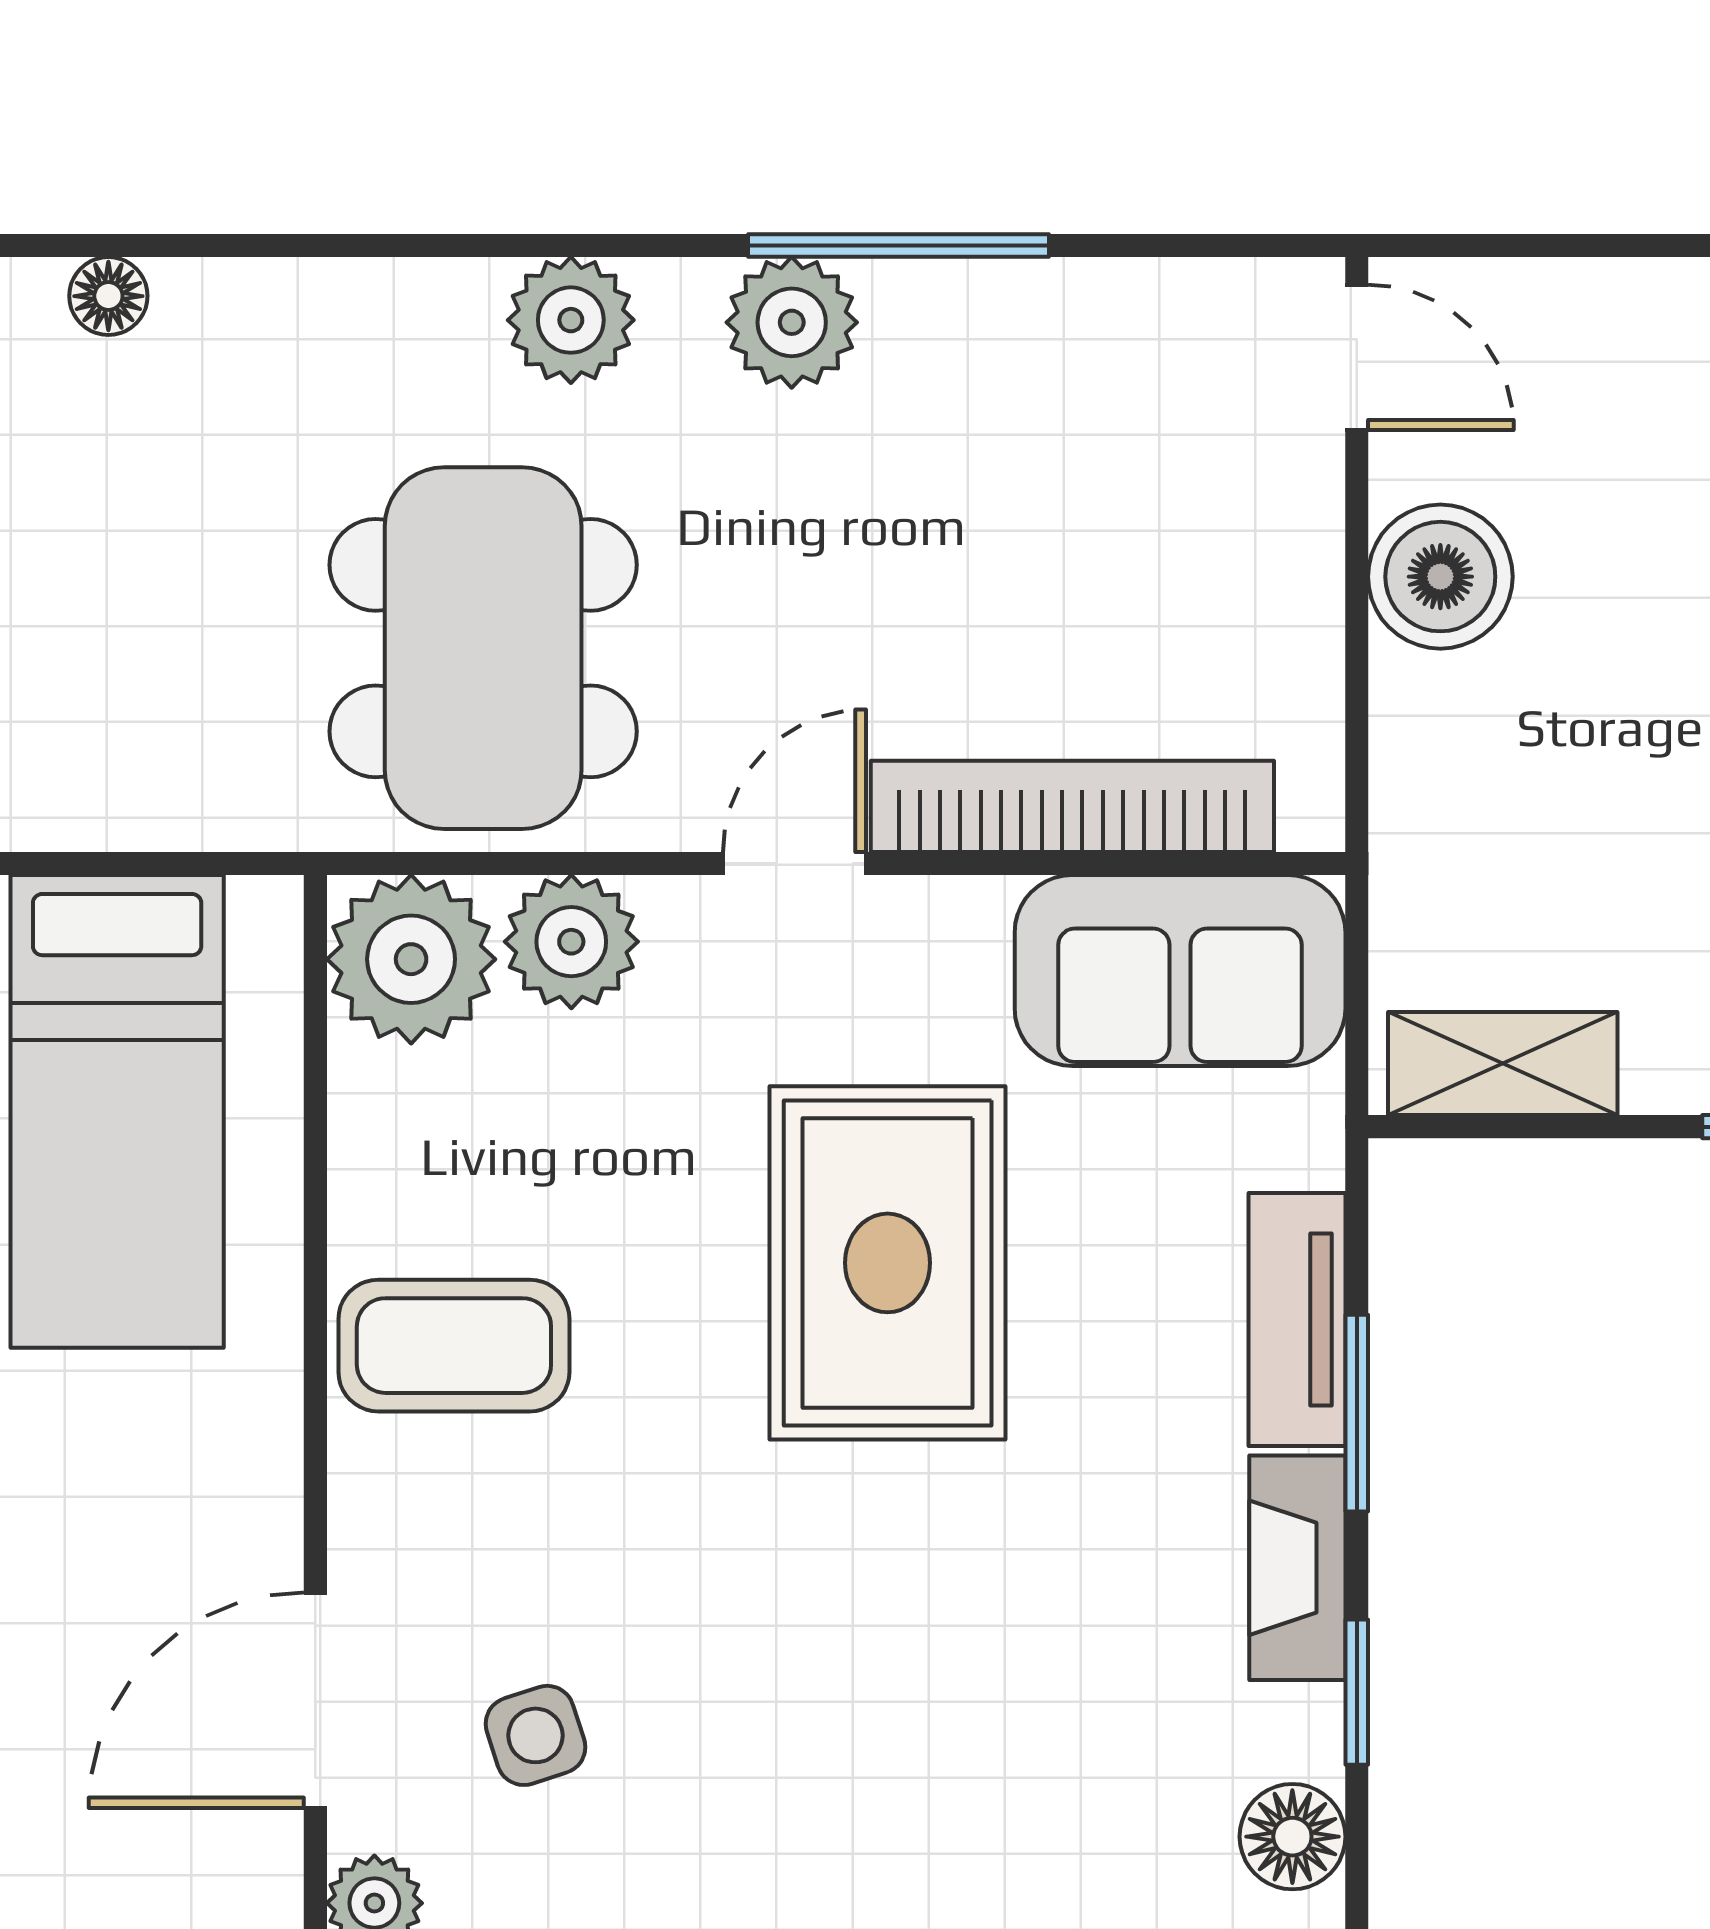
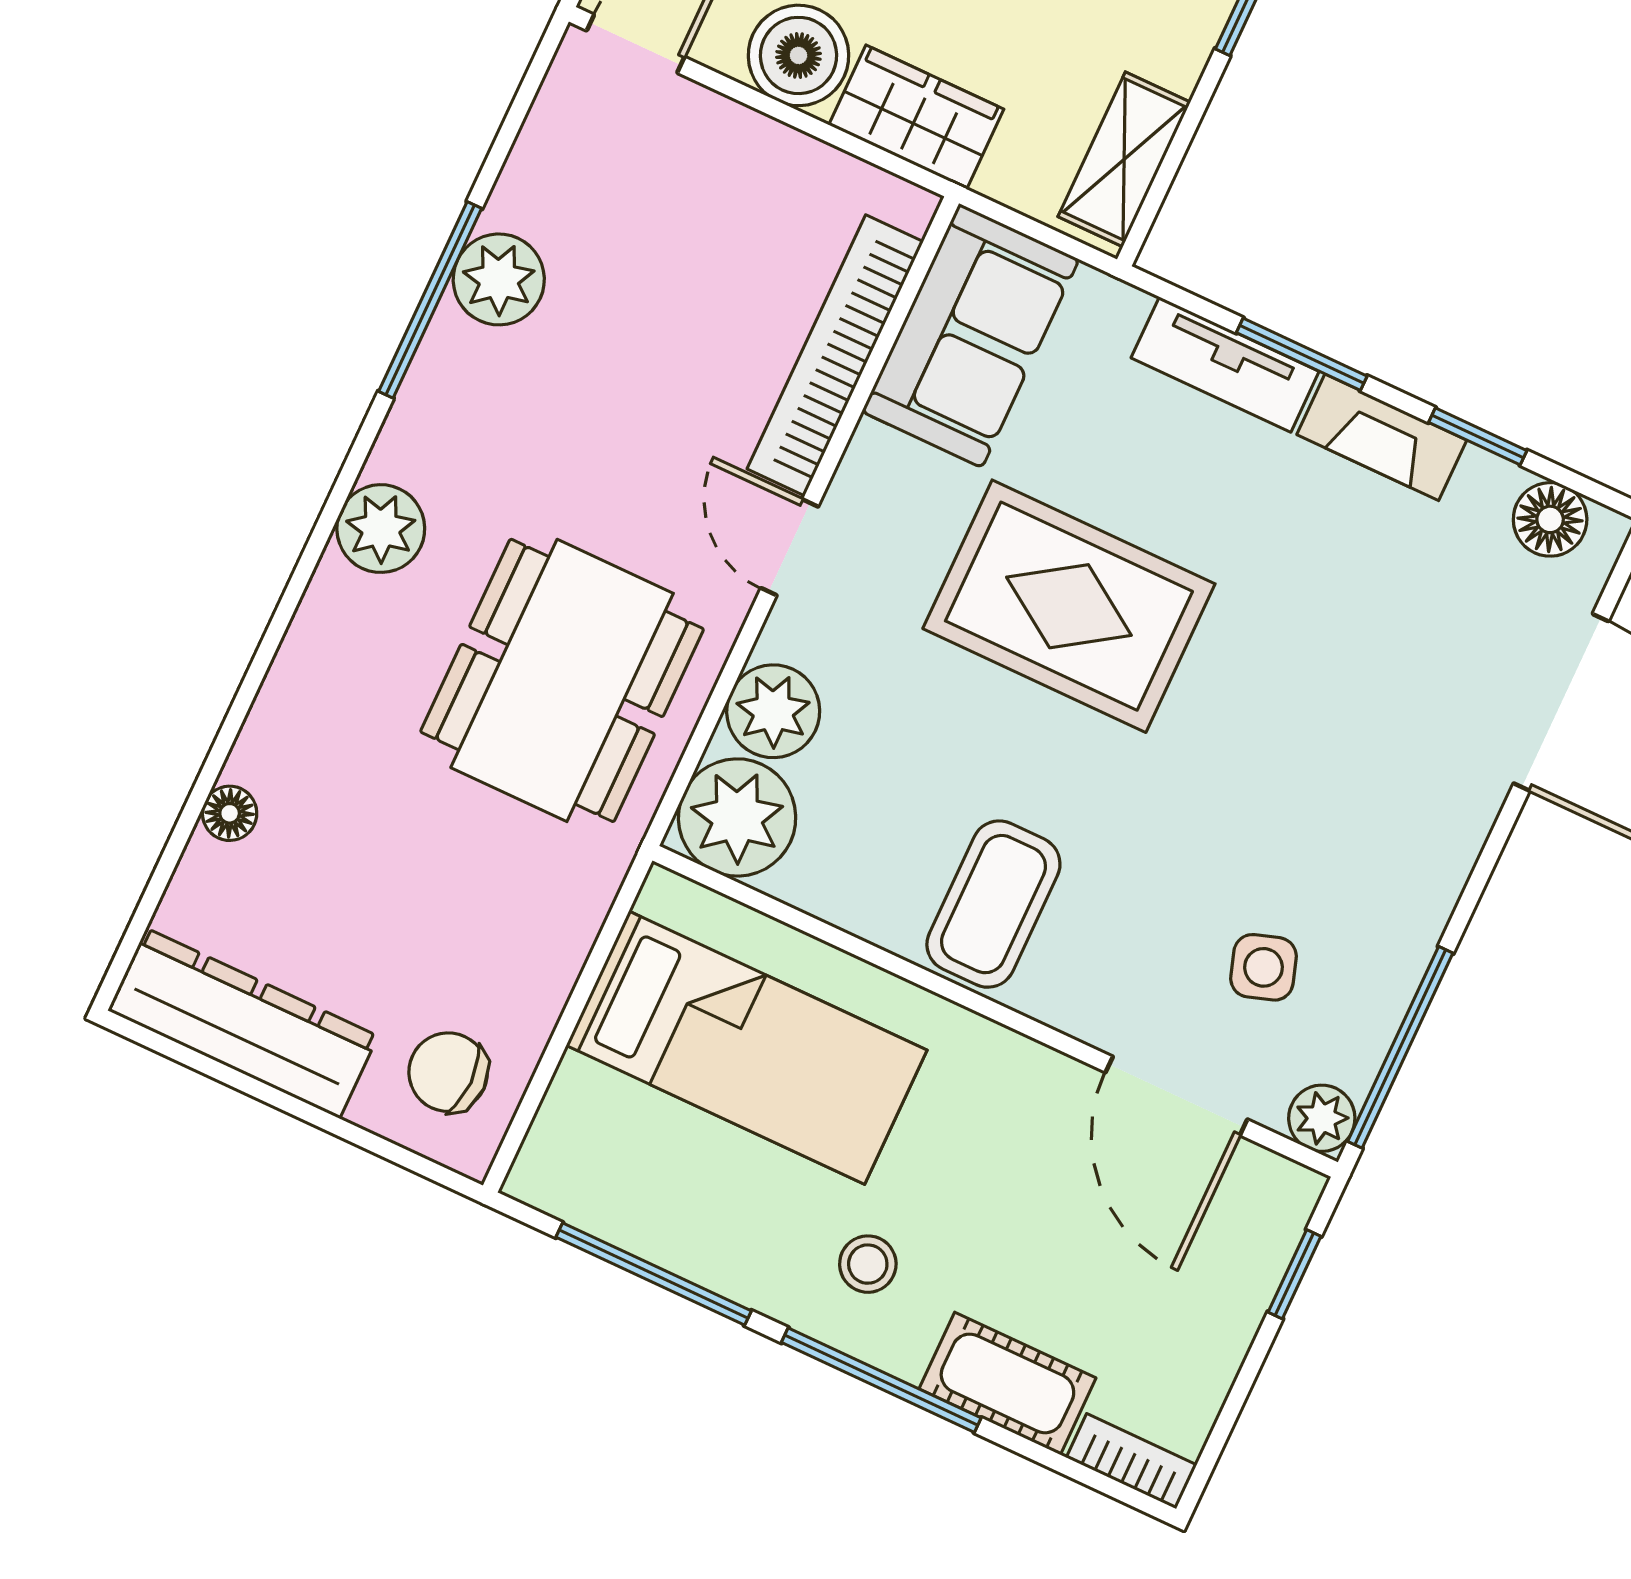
plant: (792, 322) -> (499, 279), moved
dining table: (483, 648) -> (562, 680), turned 90
wardrobe: (1432, 767) -> (916, 117), added

